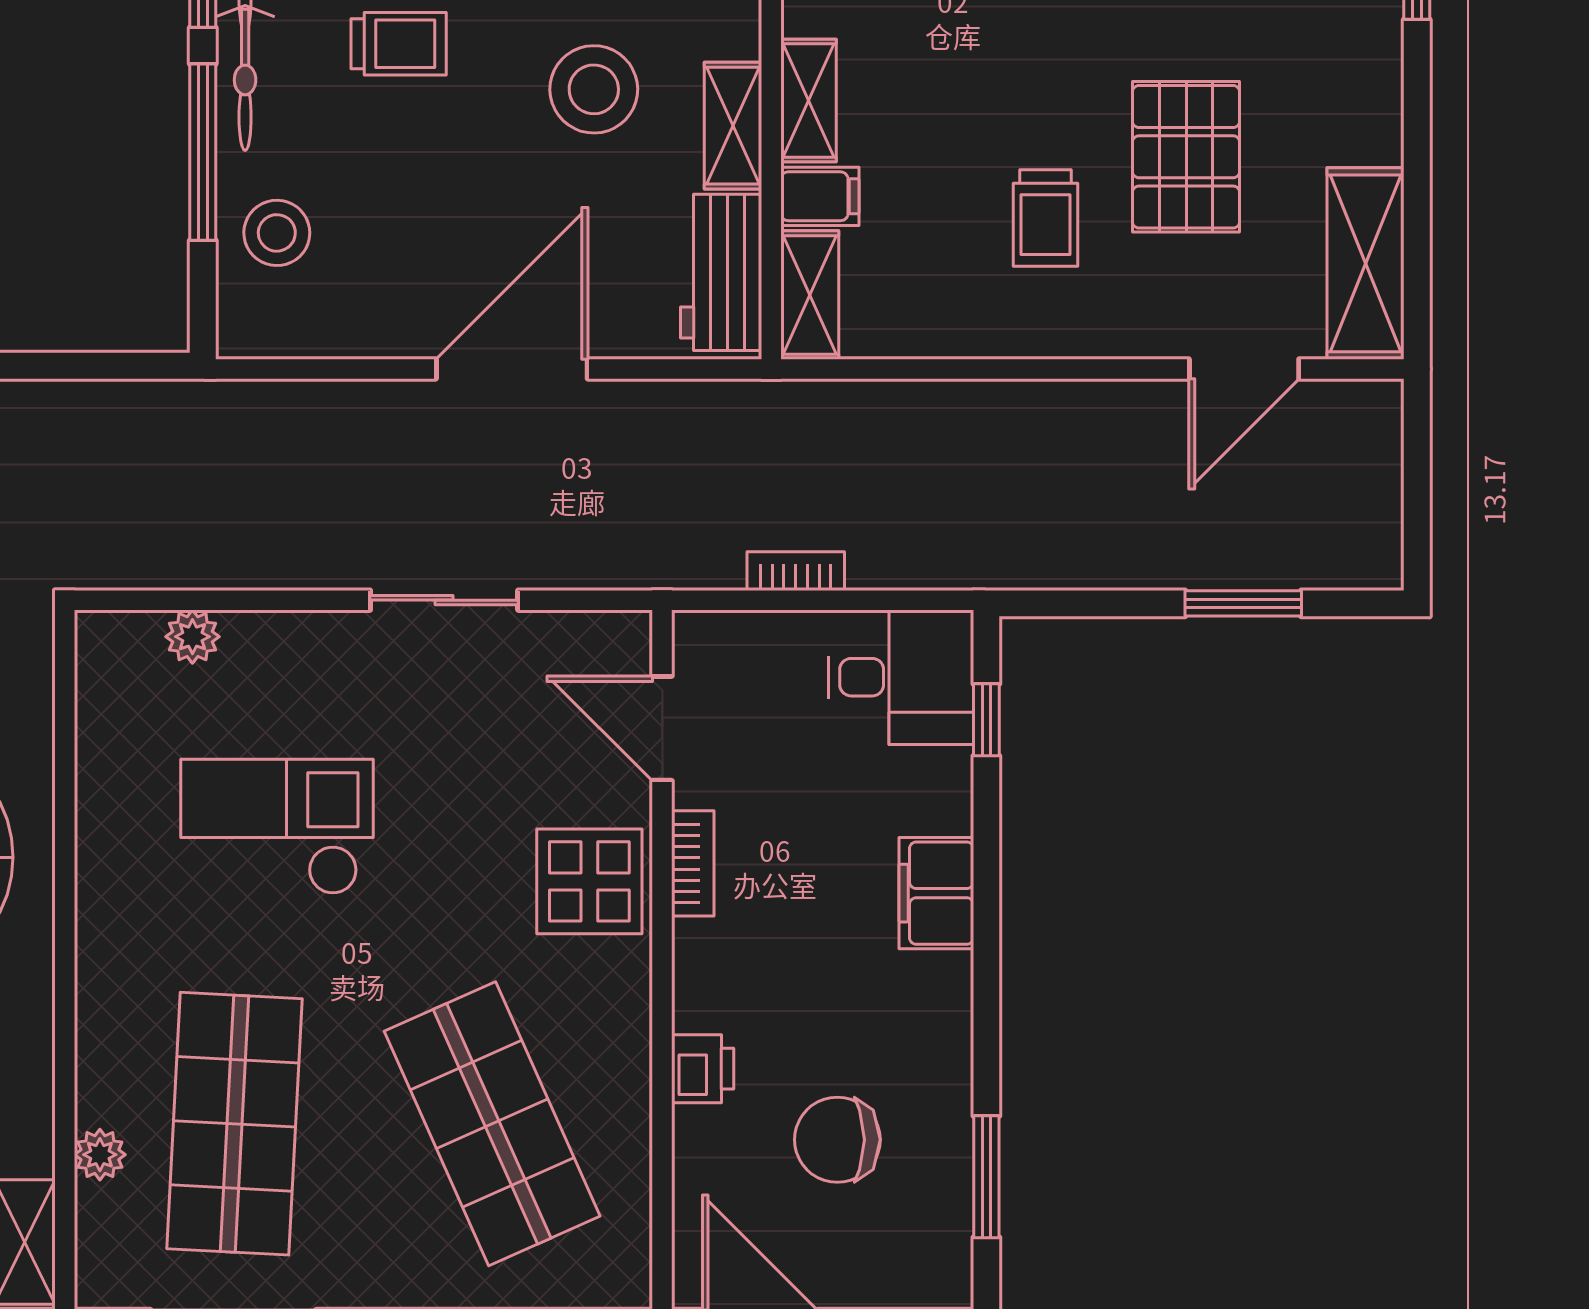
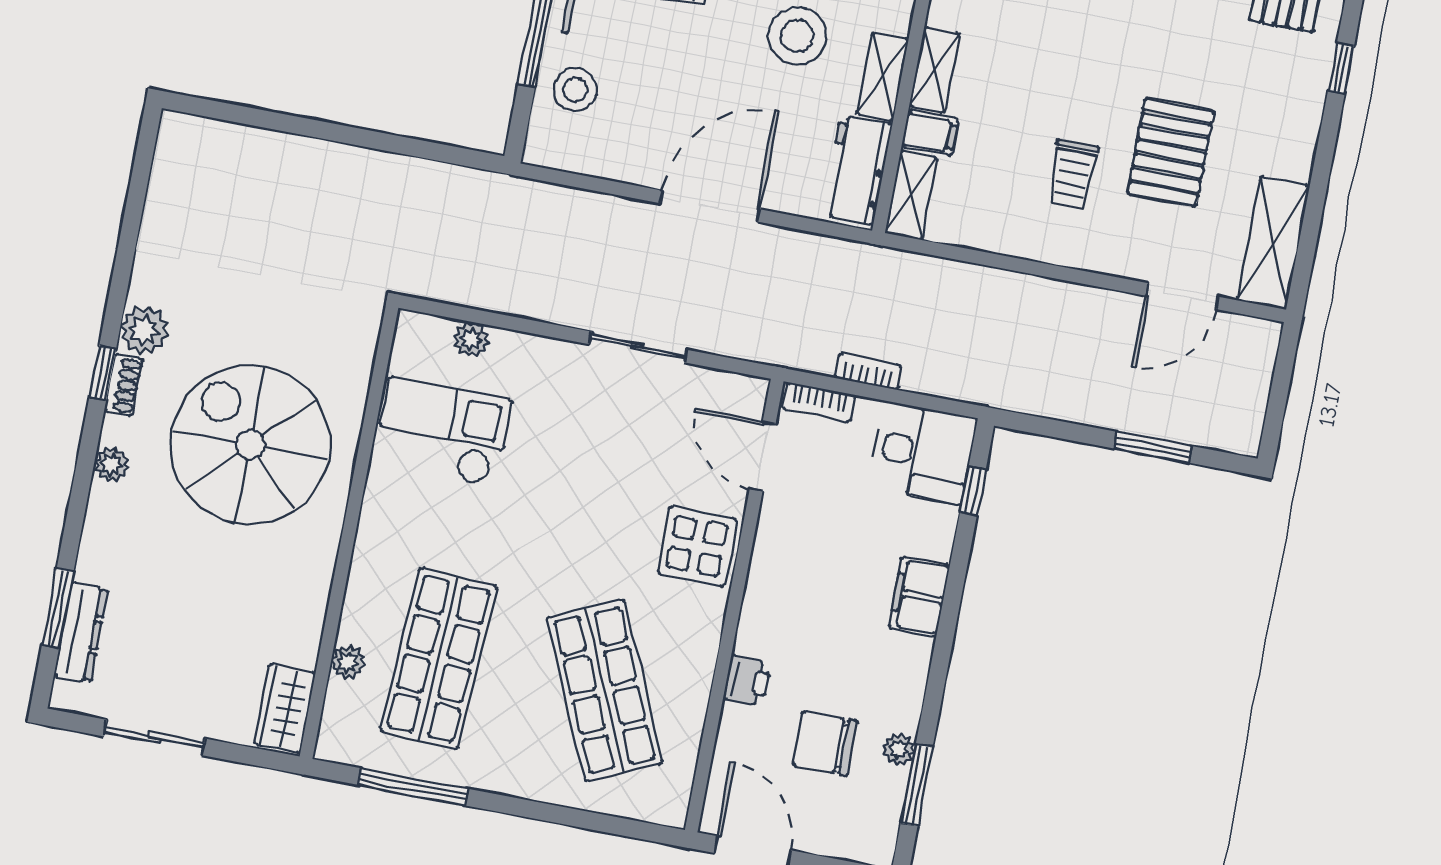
checkout: (277, 827) -> (443, 431), moved
bookcase: (693, 863) -> (819, 402), moved, turned 90
plant: (949, 1128) -> (899, 749), added

